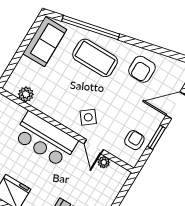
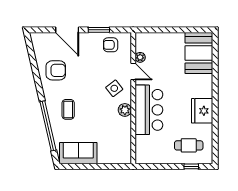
coffee table: (95, 58) -> (68, 109), width x0.54, depth x0.58
plant: (26, 94) -> (125, 110), moved
door: (94, 147) -> (133, 72), hinge flipped

